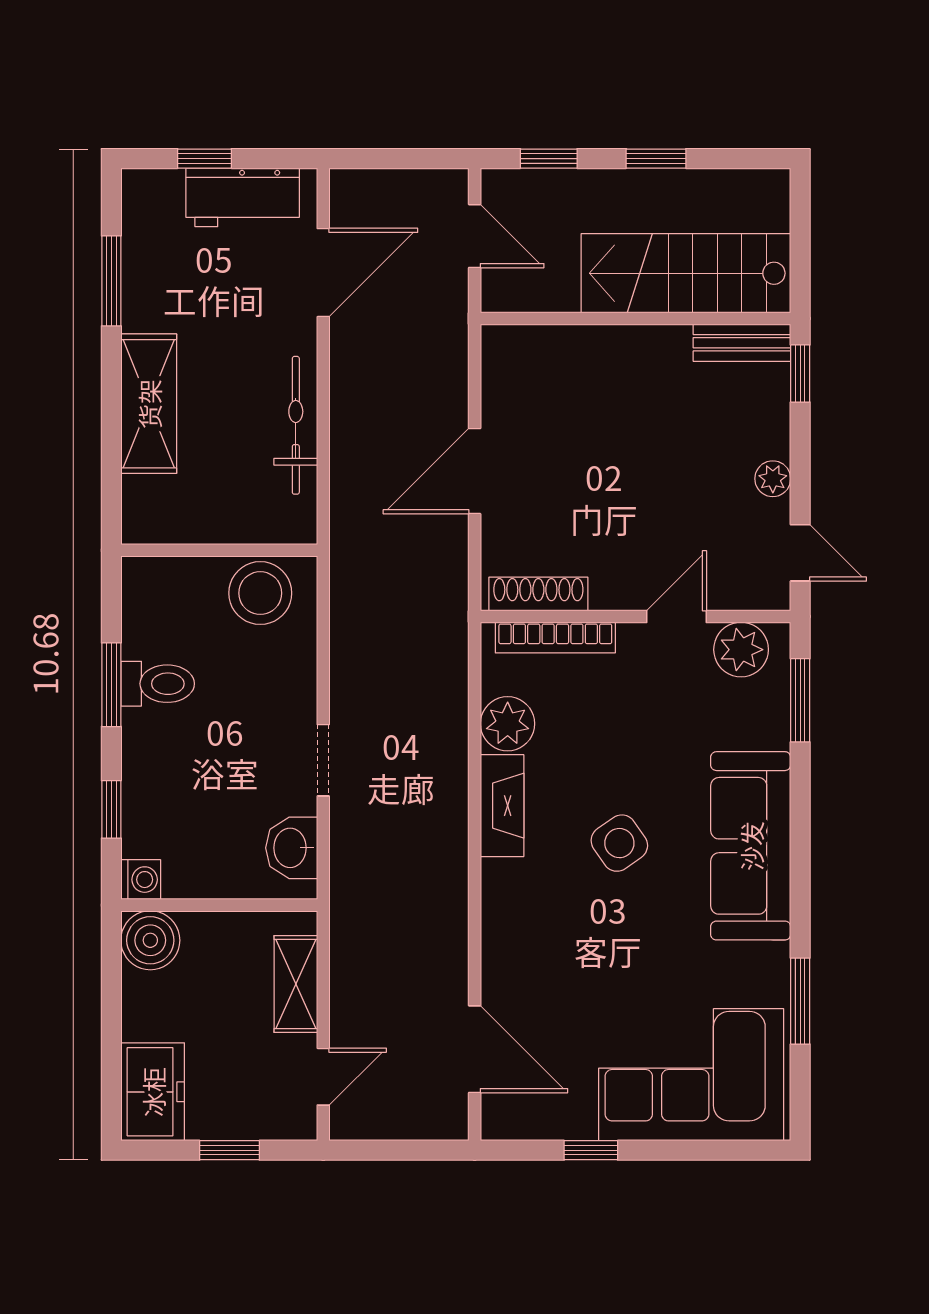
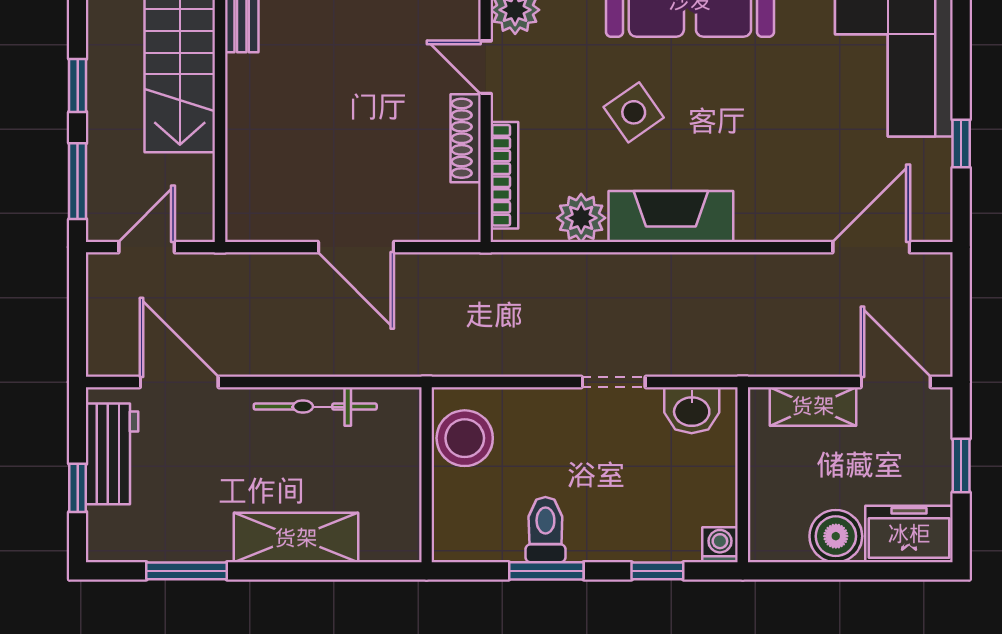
window: (549, 159) -> (78, 181), width x1.50
shoe rack: (538, 594) -> (466, 138), moved
fireplace: (502, 806) -> (671, 217), width x1.37, depth x1.32
side table: (619, 843) -> (634, 112), moved
boiler: (150, 940) -> (836, 536), moved
door: (323, 1077) -> (896, 382), width x1.38

